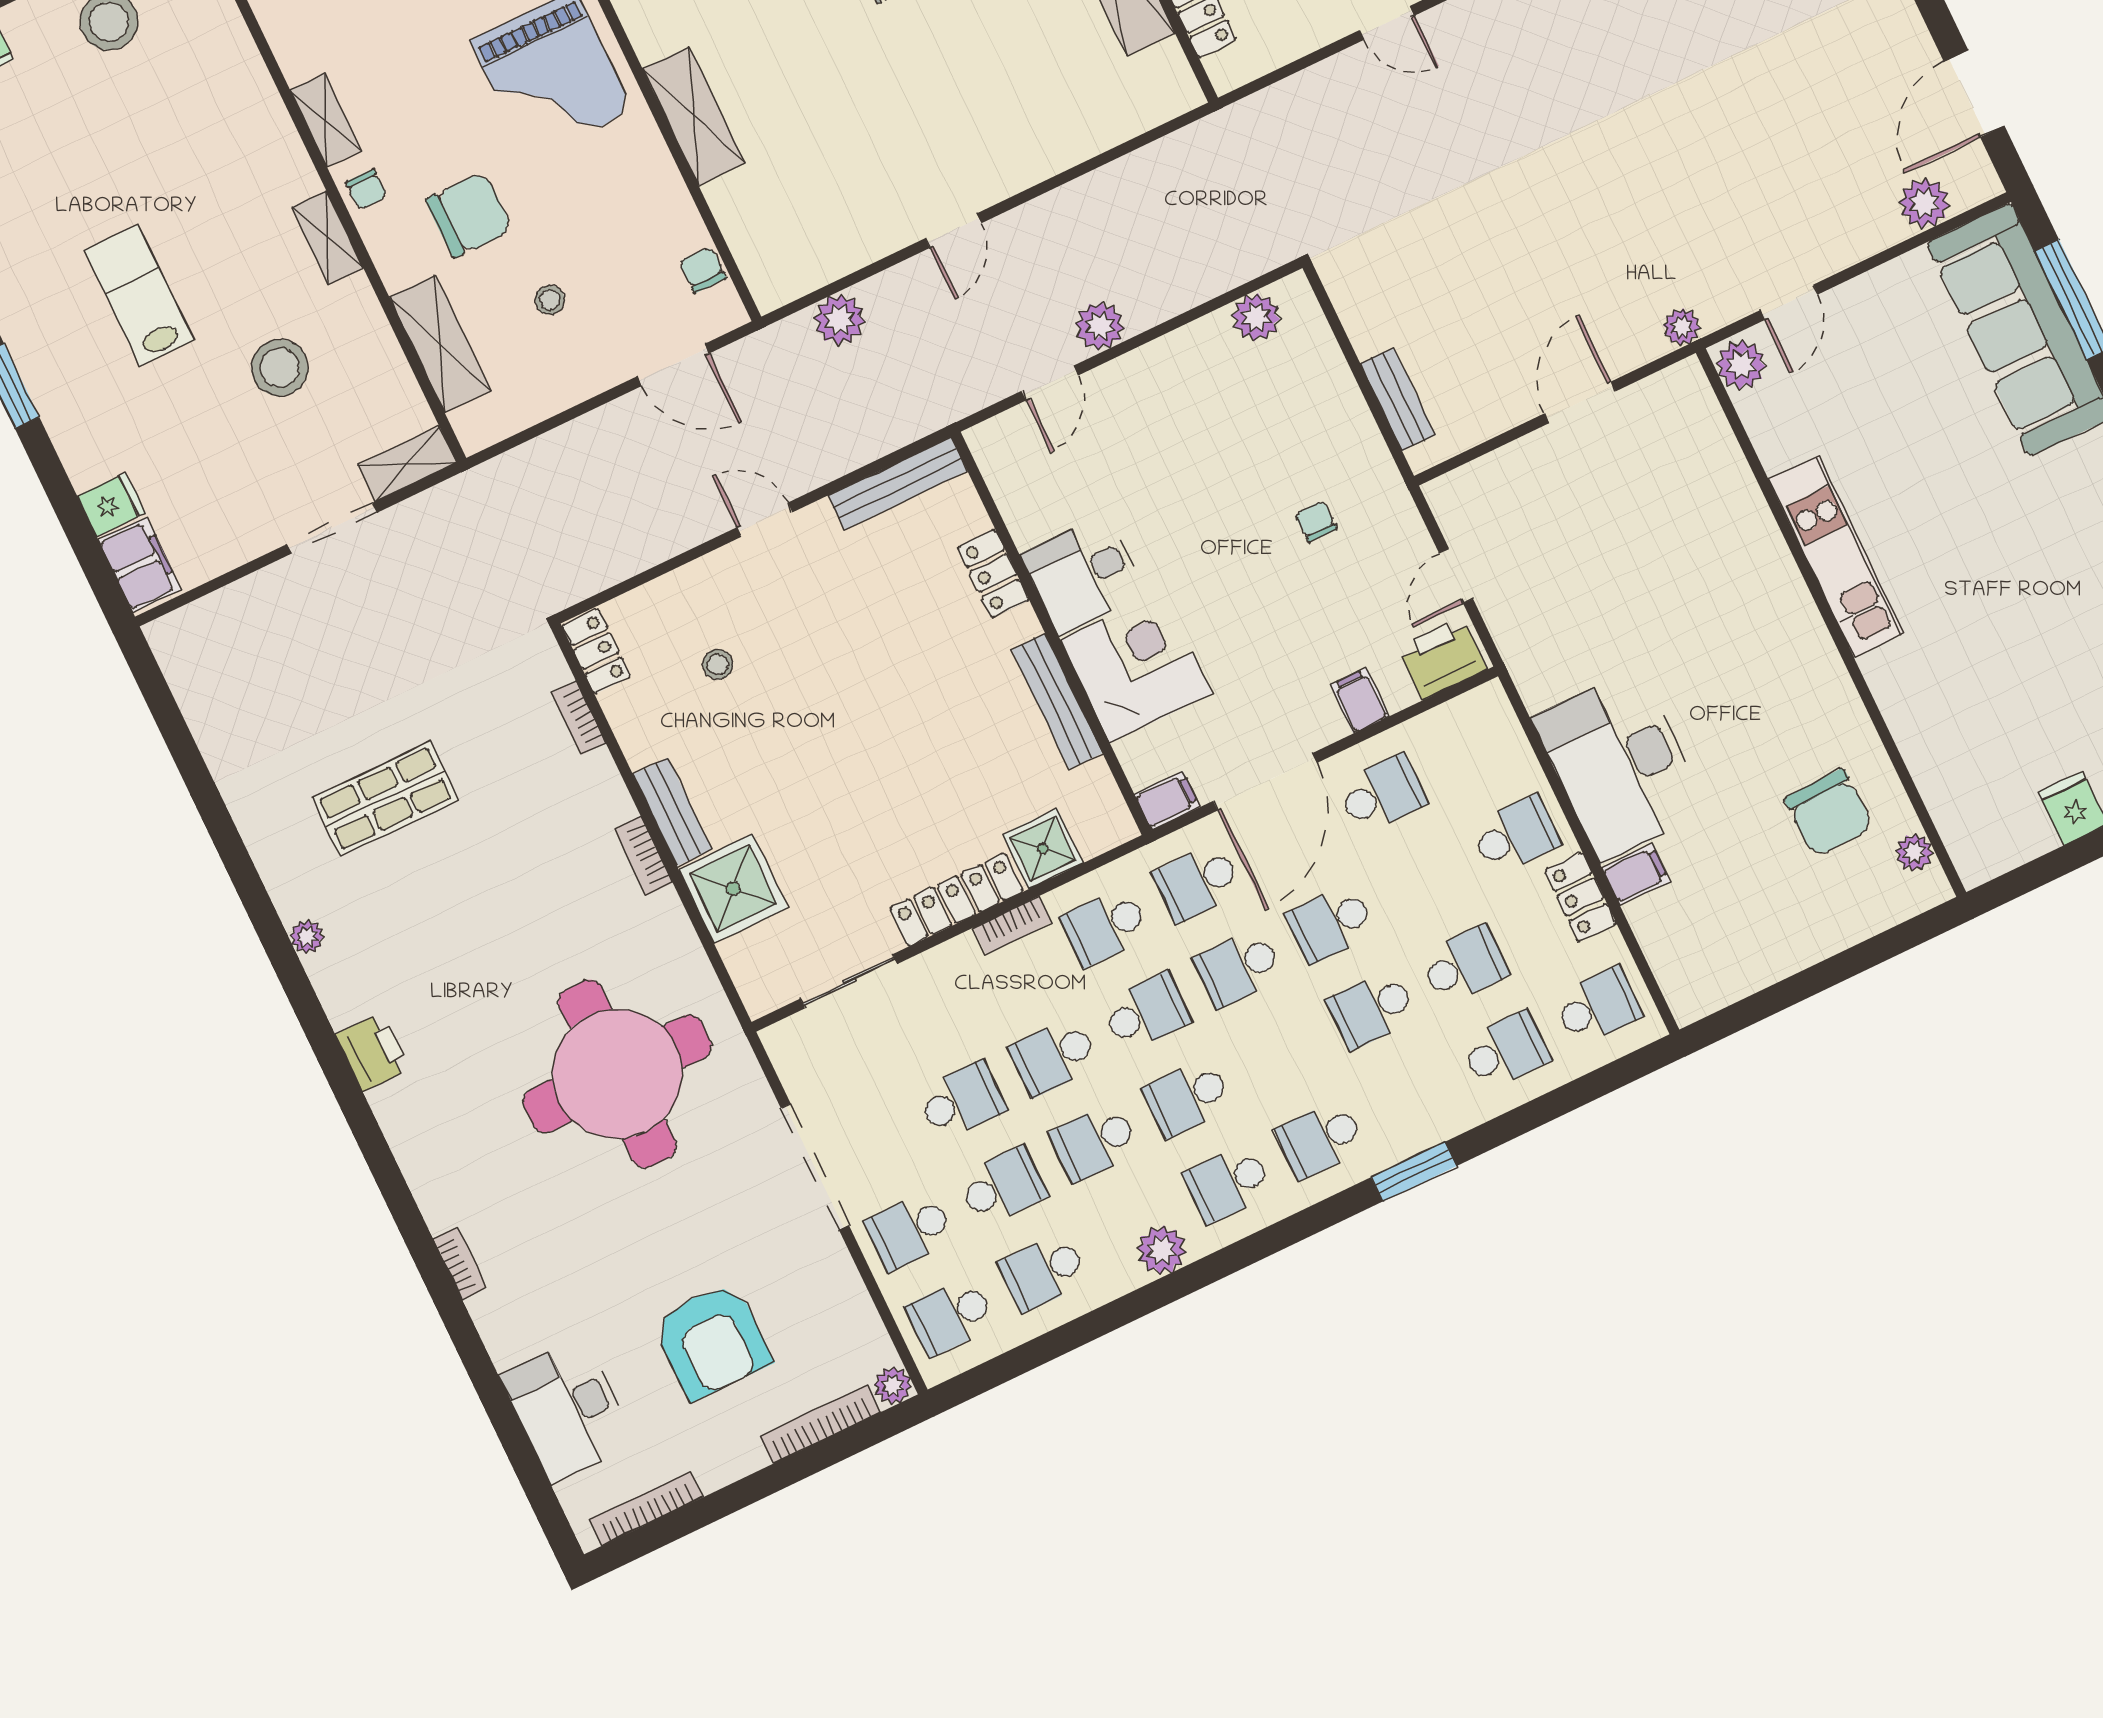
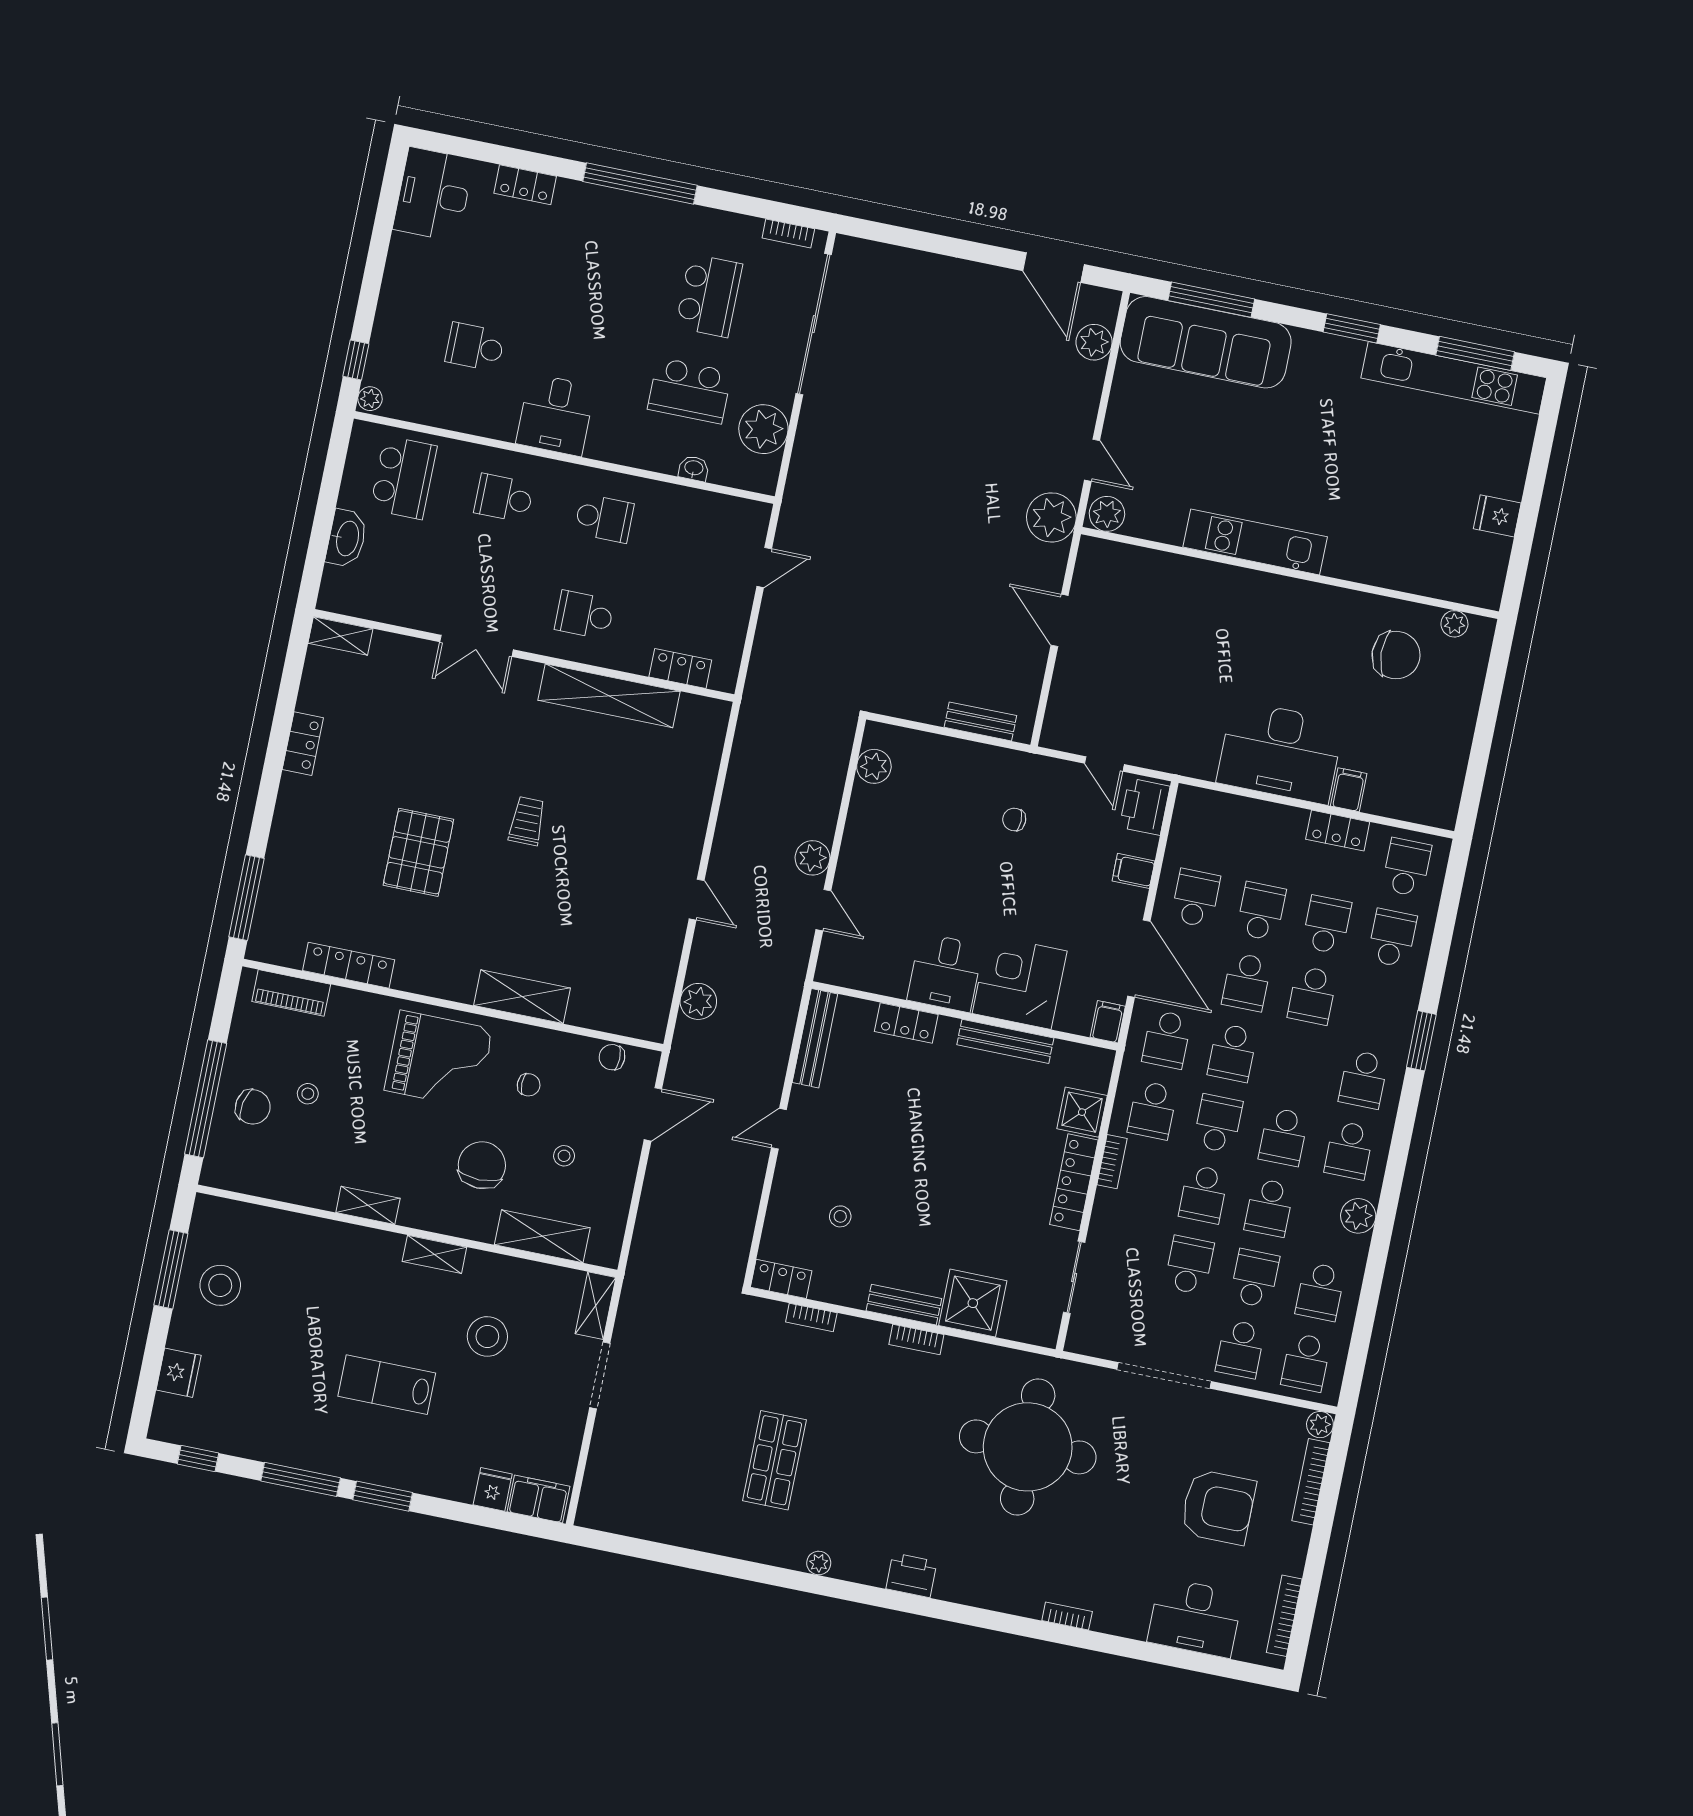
chair: (367, 189) -> (529, 1085), moved
plant: (1682, 327) -> (1051, 517), width x1.87, depth x1.87
school desk: (1516, 835) -> (1261, 911), moved

